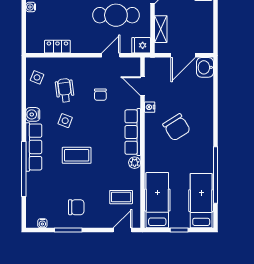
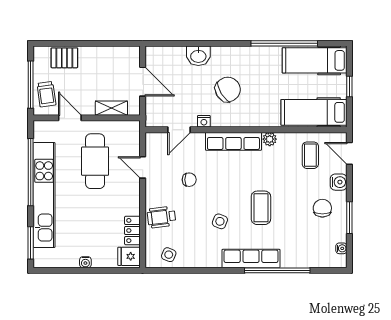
fridge: (141, 45) -> (129, 256), moved, turned 90
washbasin: (205, 67) -> (198, 56), moved
wheelchair: (65, 90) -> (161, 217), moved
water cooler: (33, 114) -> (339, 182), moved, turned -90

